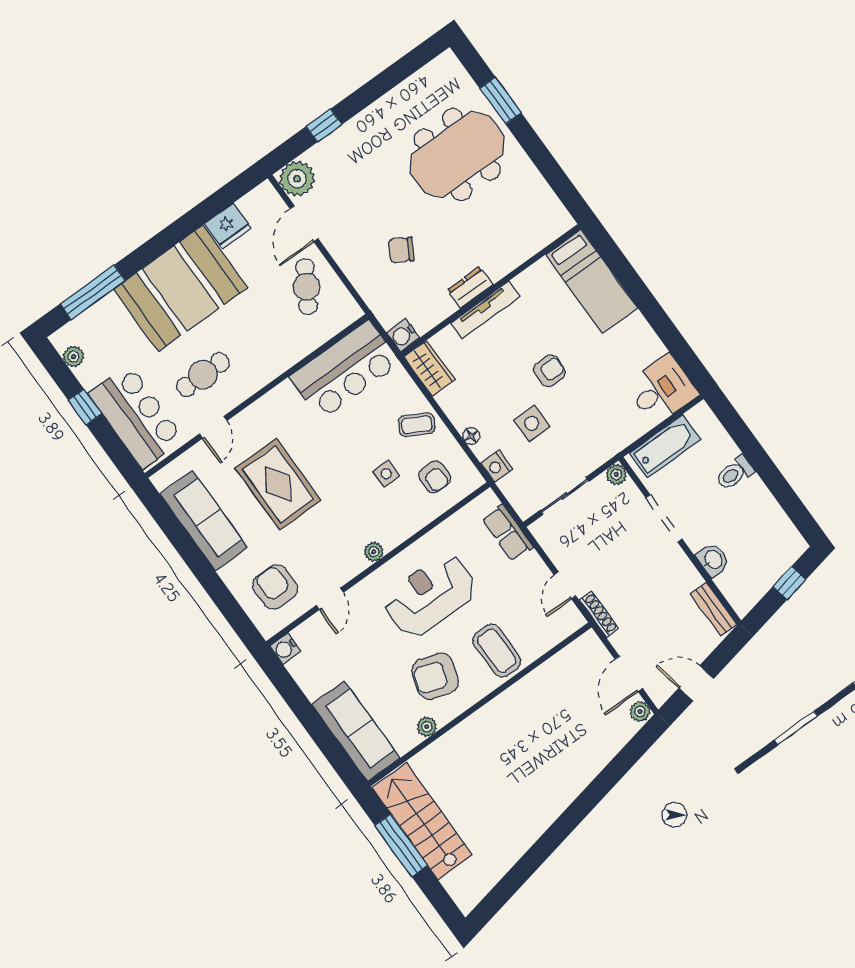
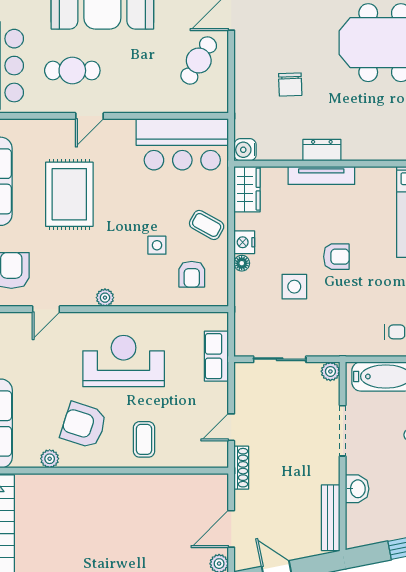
chair: (401, 250) -> (290, 84), turned -122
door: (213, 427) -> (90, 116), moved
nightstand: (496, 466) -> (244, 242), moved
bench: (714, 609) -> (331, 518), width x1.36
coffee table: (497, 651) -> (144, 439), width x0.73, depth x0.77

